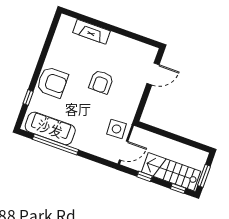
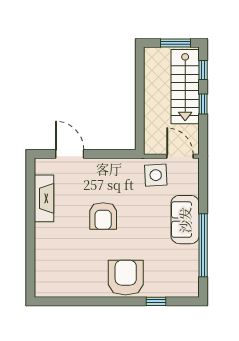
fireplace: (92, 32) -> (44, 198), moved
armchair: (101, 82) -> (103, 216), turned 90
sofa: (50, 128) -> (185, 220), moved, width x0.73
window: (145, 176) -> (203, 104), moved

